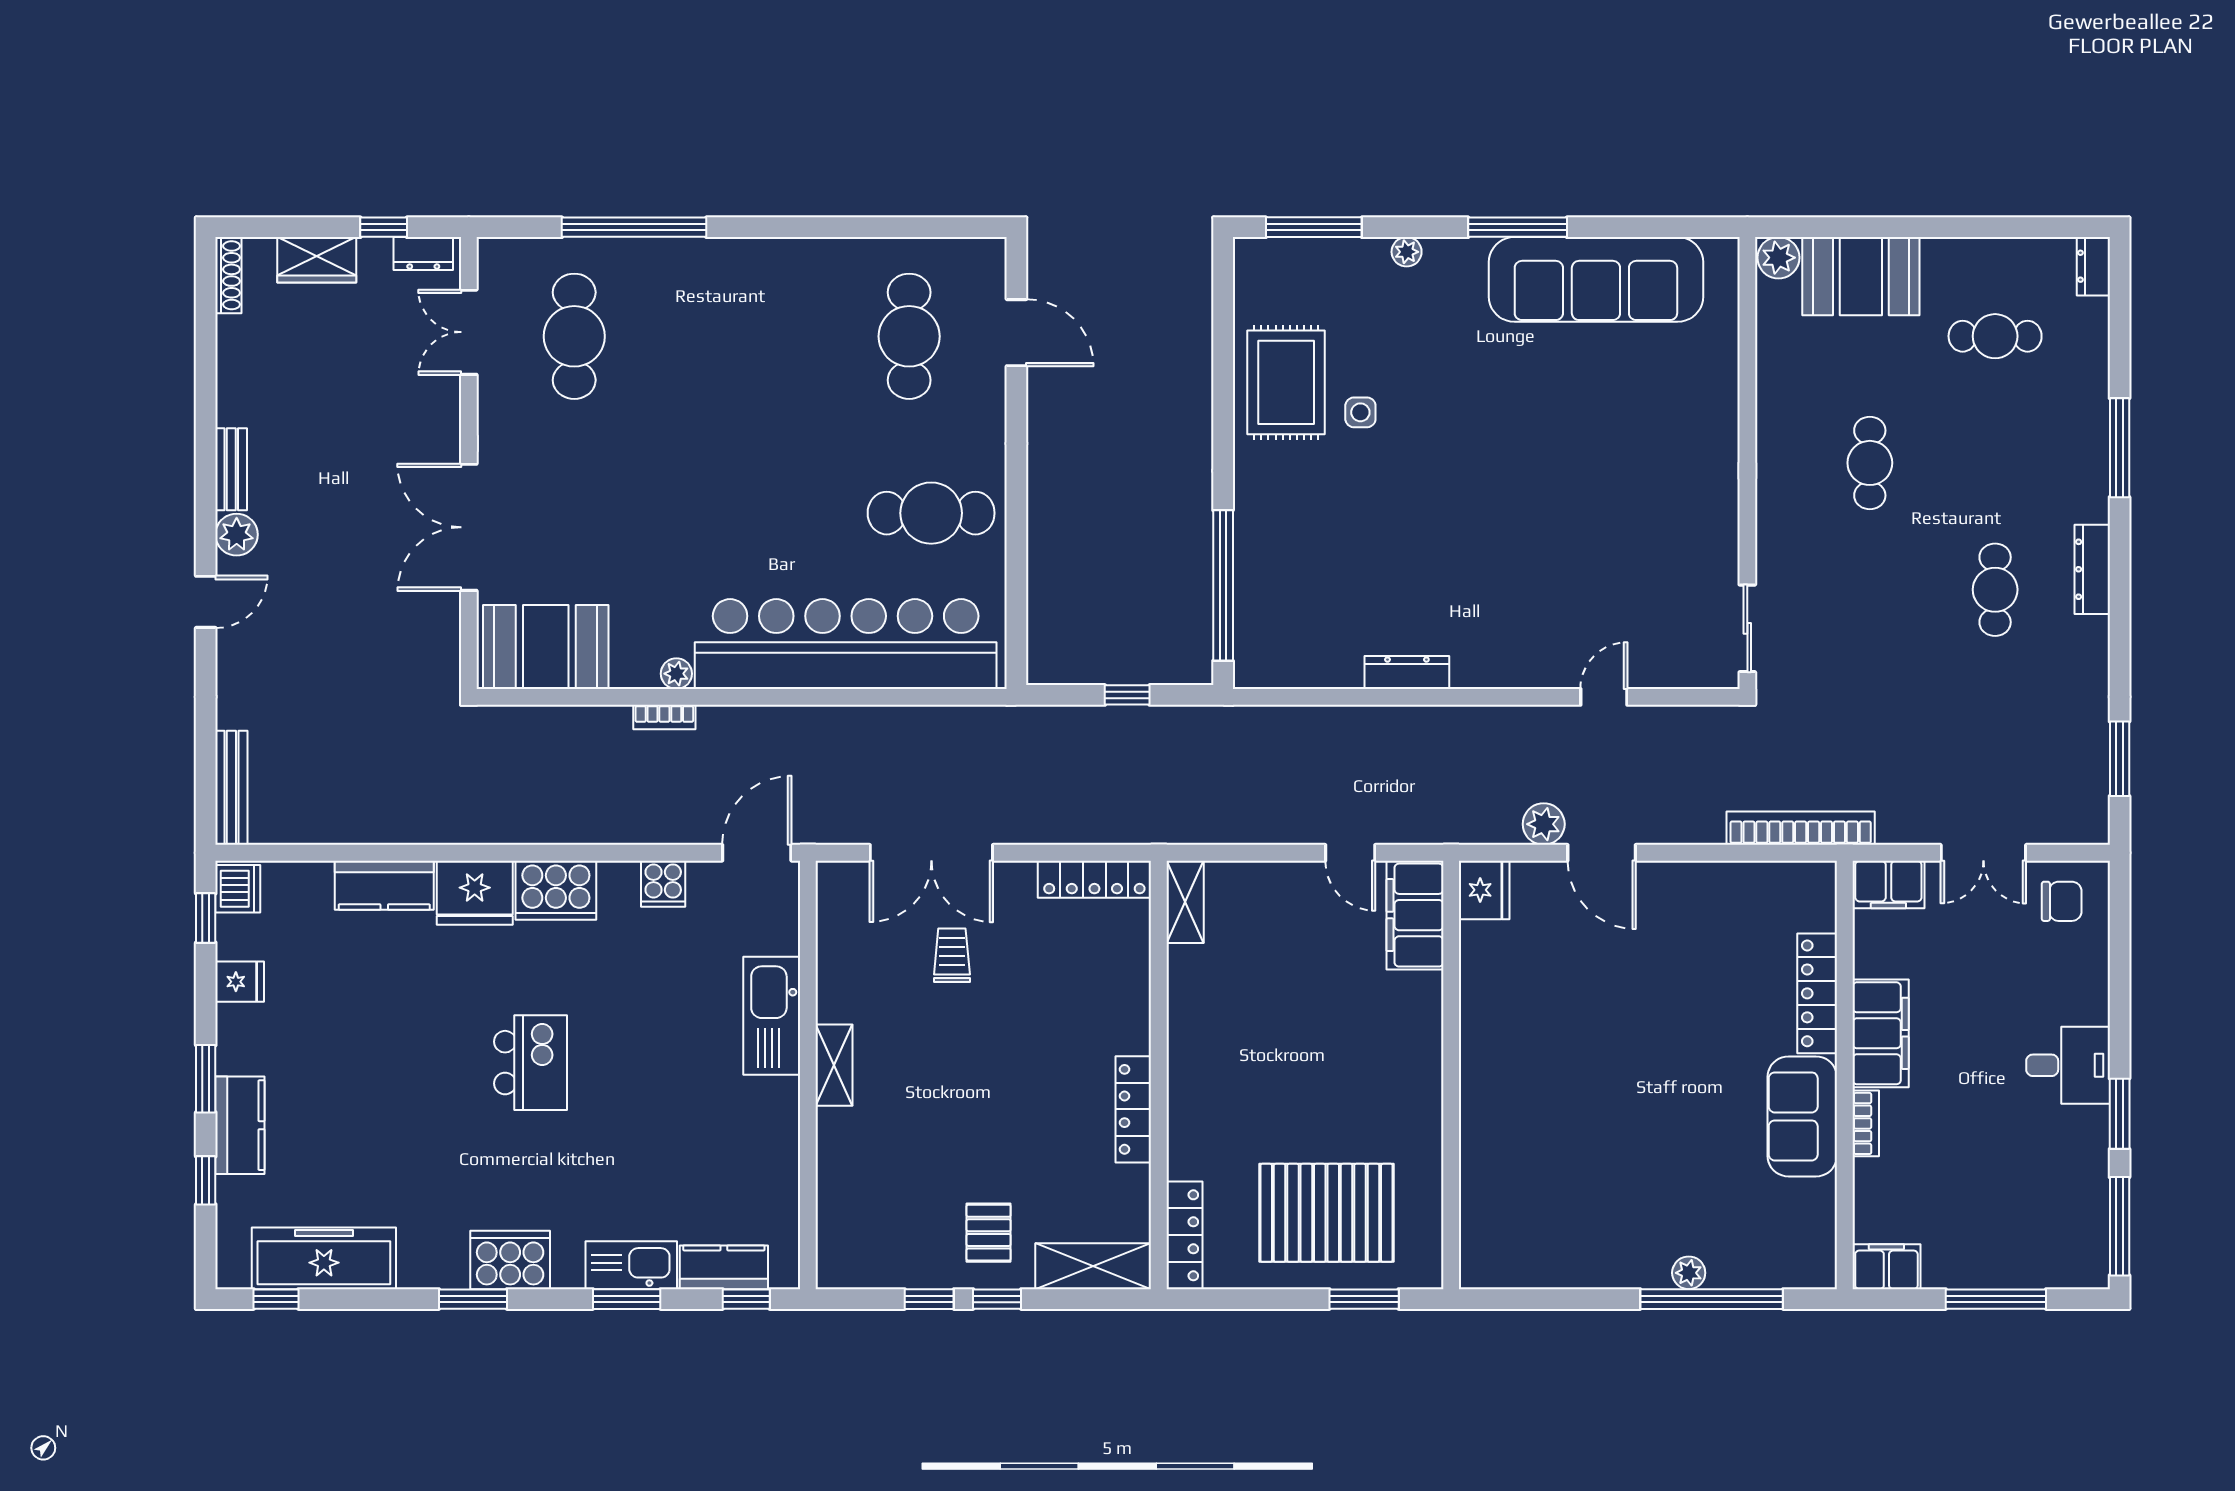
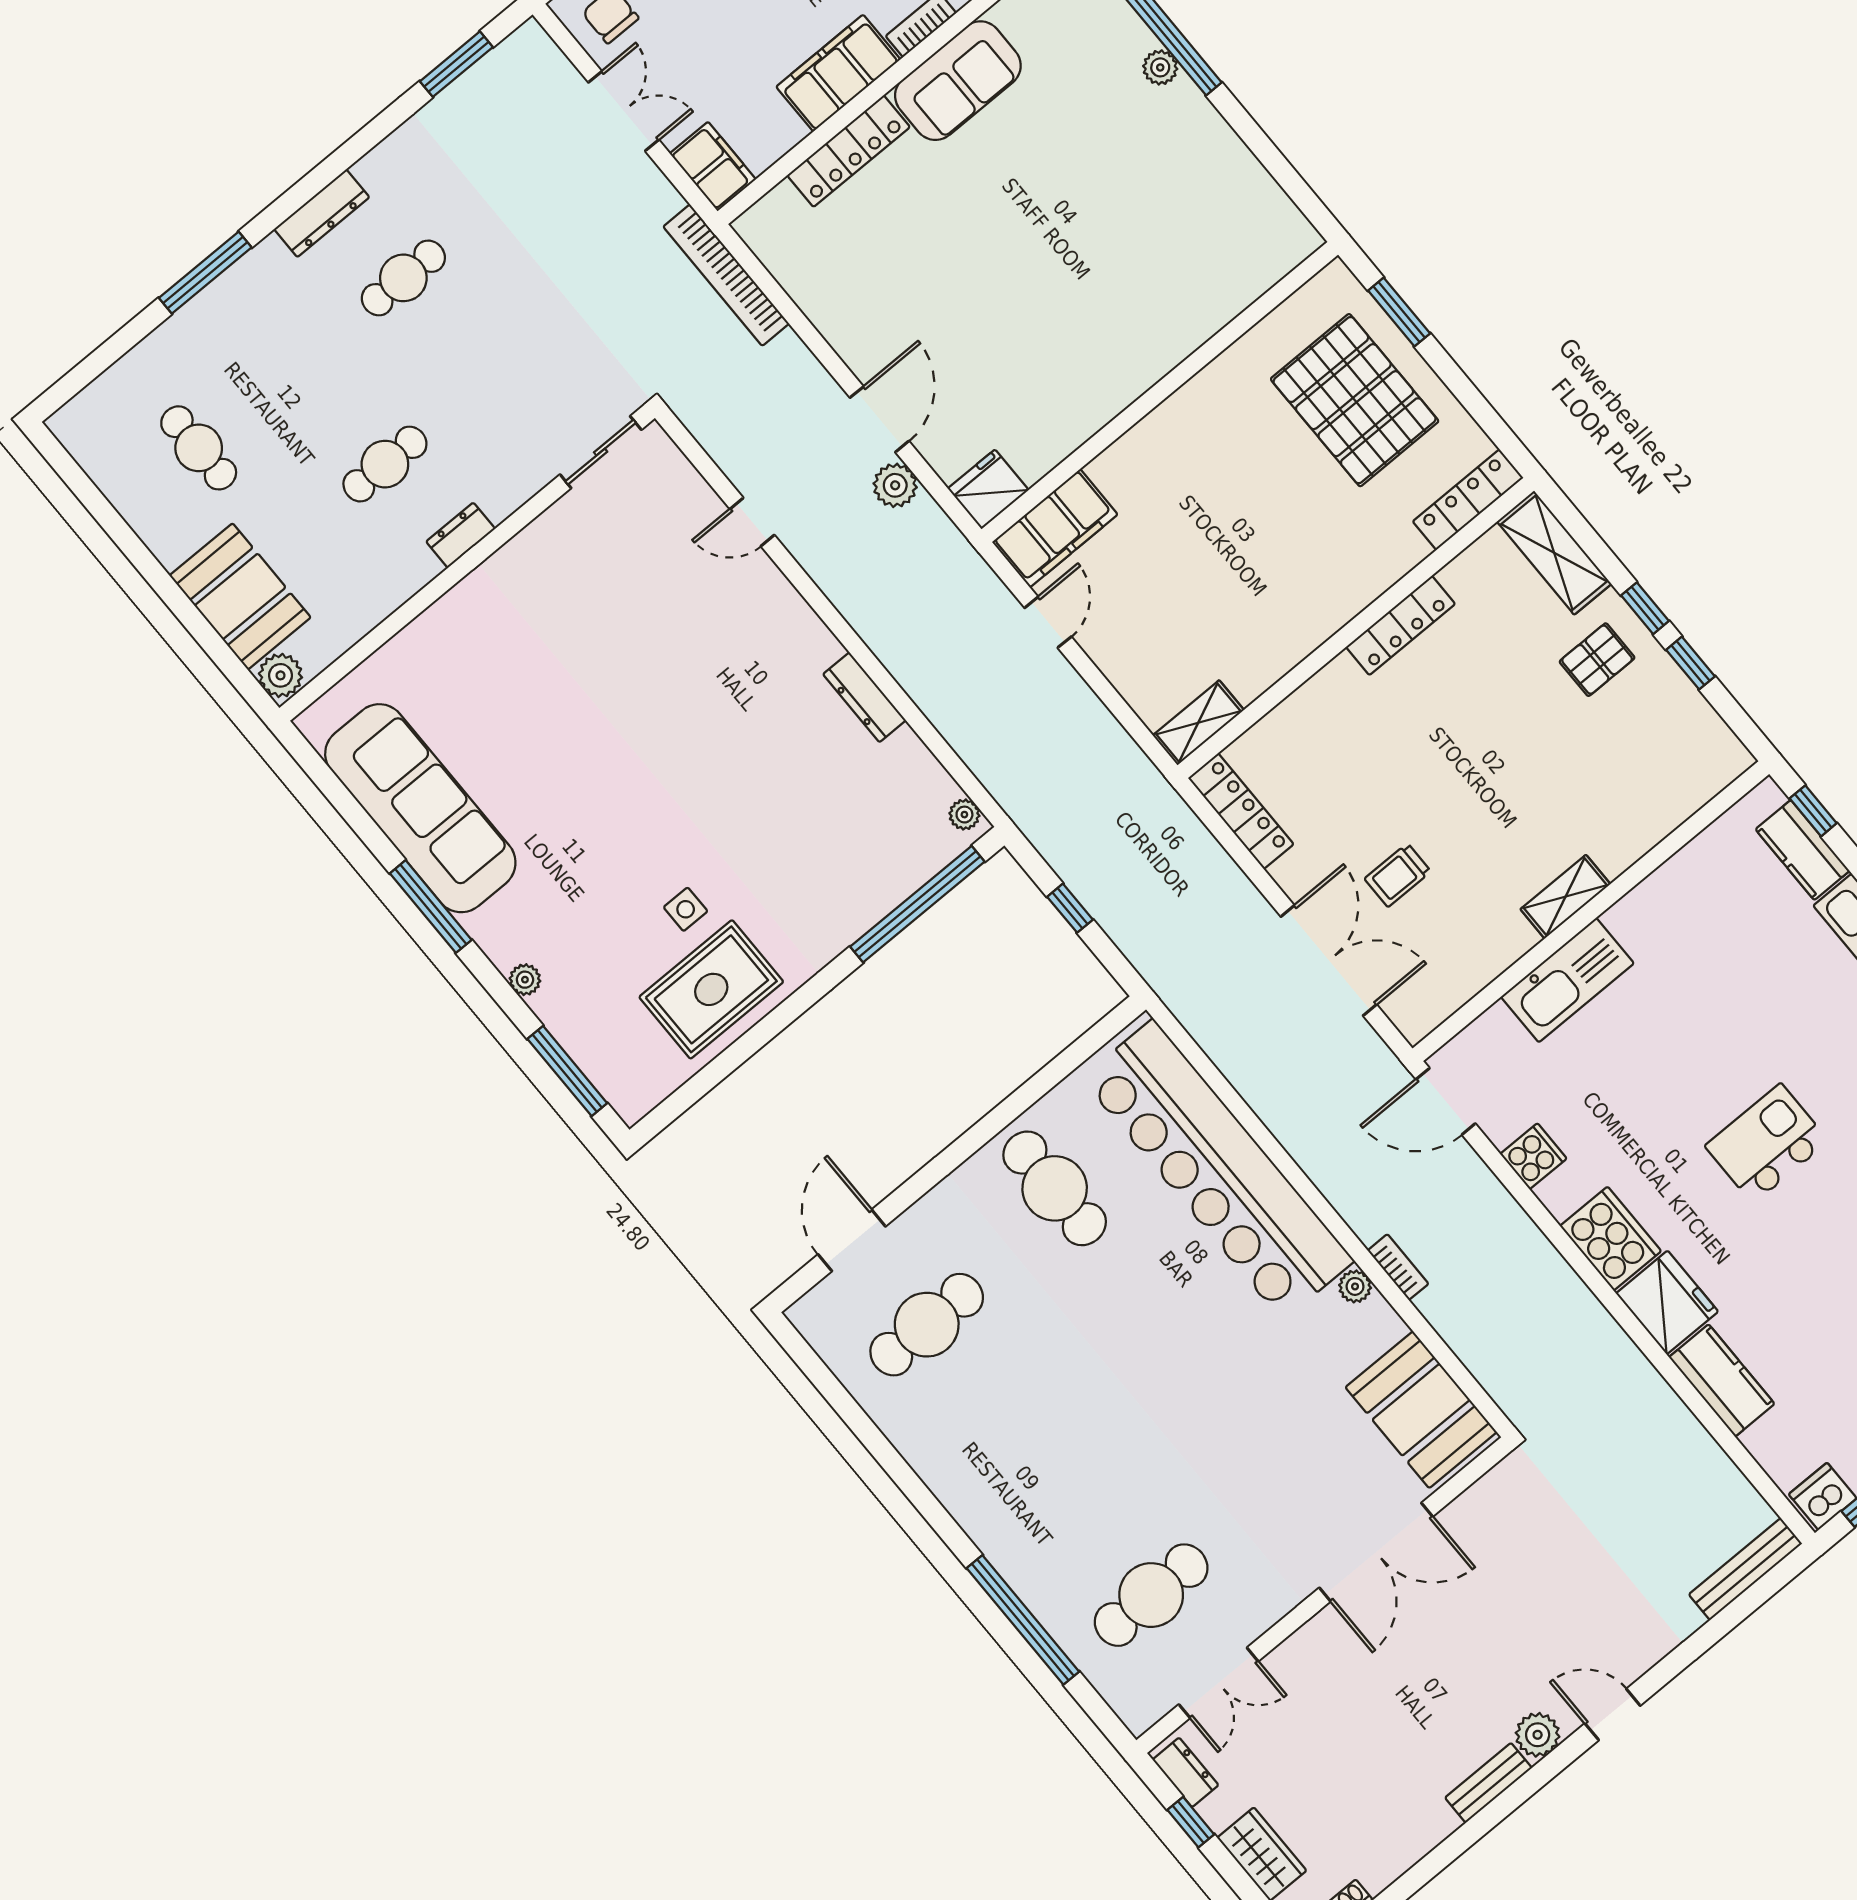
dresser: (2093, 266) -> (461, 535), moved, turned 180
plant: (1260, 674) -> (964, 815), added

